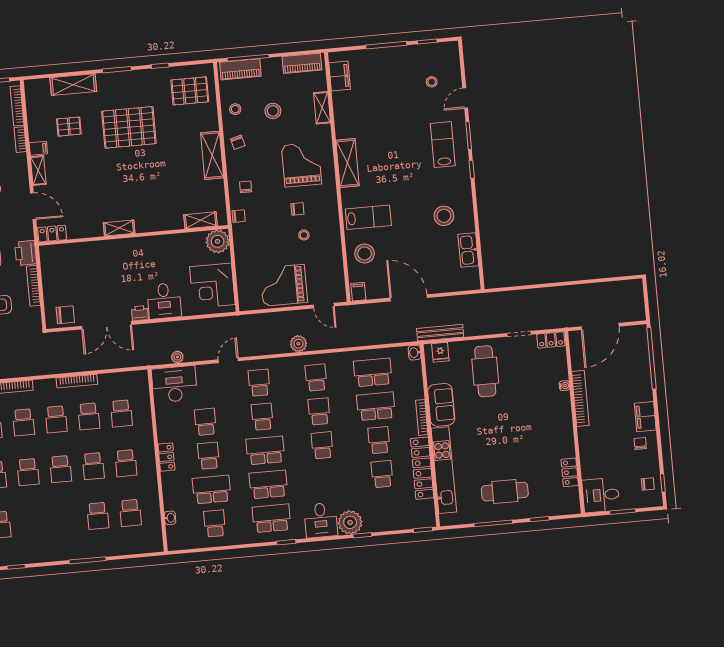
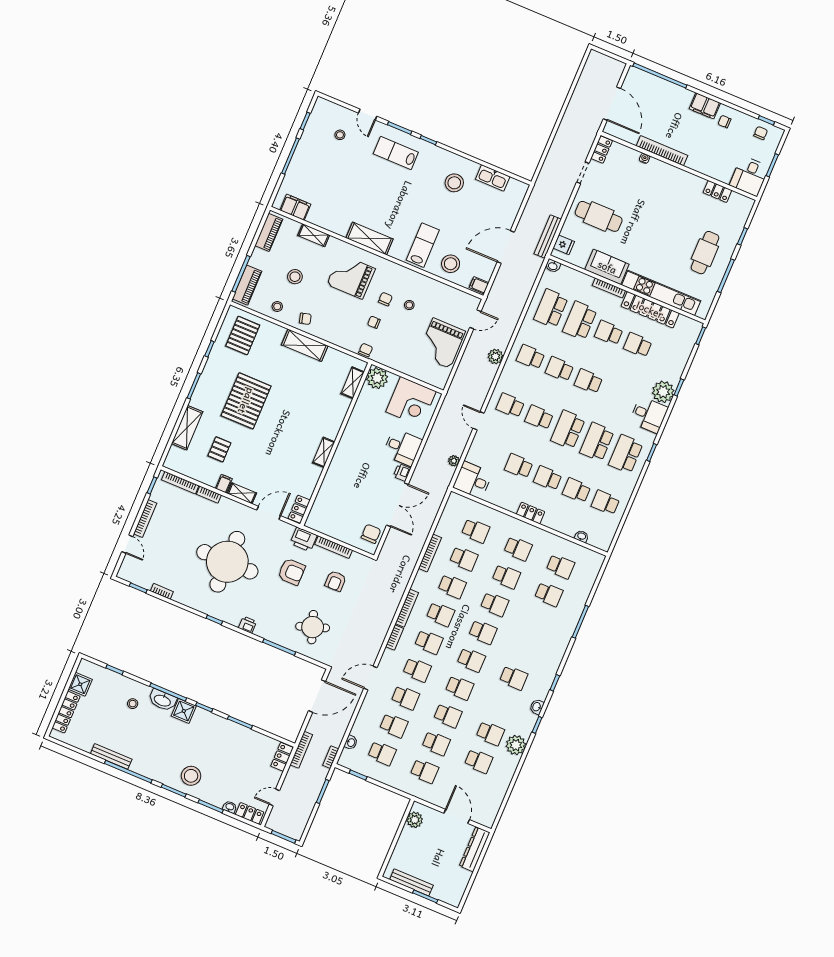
chair: (246, 187) -> (374, 322), moved
desk: (174, 384) -> (473, 480), width x0.73
school desk: (212, 490) -> (577, 490), width x0.54

